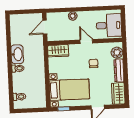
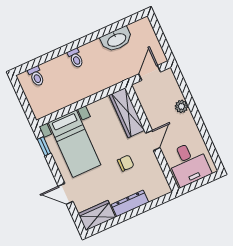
door: (45, 27) -> (150, 73), hinge flipped
wardrobe: (58, 51) -> (127, 113), width x1.50
plant: (117, 53) -> (154, 190), removed
washbasin: (17, 54) -> (116, 40), moved

